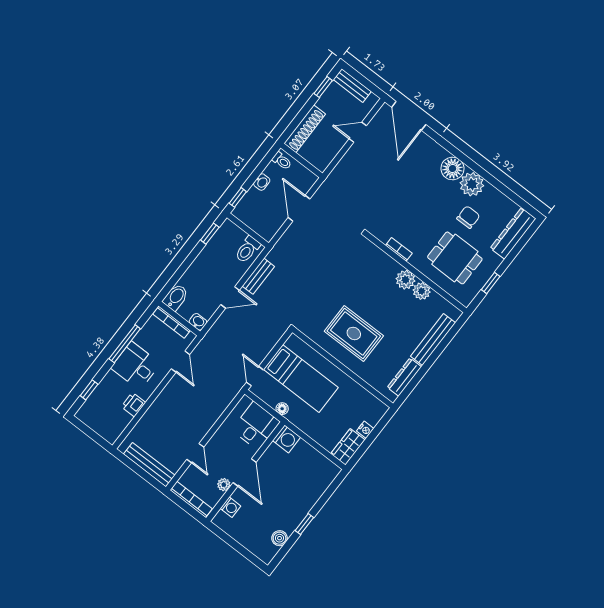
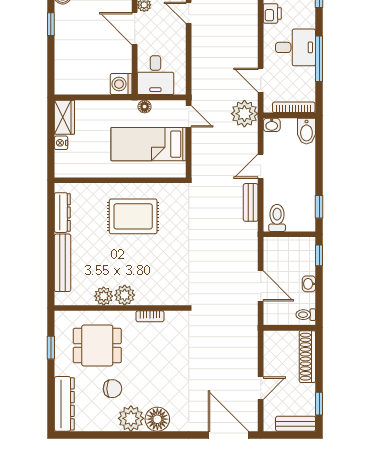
chair: (468, 217) -> (112, 389), turned -90
plant: (212, 346) -> (244, 114), added

